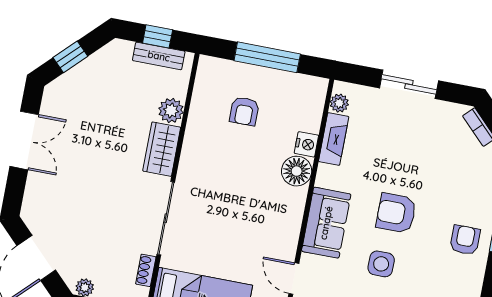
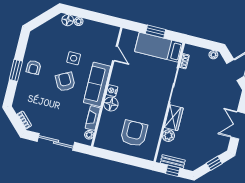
window: (267, 57) -> (122, 158), removed
sliding door: (409, 84) -> (56, 142), width x1.37
armchair: (244, 111) -> (134, 133), width x1.88, depth x1.88
nightstand: (306, 144) -> (112, 91), moved
armchair: (396, 213) -> (65, 82), turned -118
sofa: (326, 223) -> (97, 84), width x1.36

